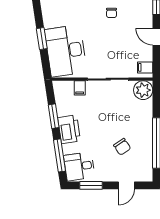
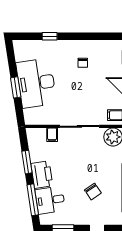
desk: (66, 51) -> (36, 83), moved
desk: (79, 166) -> (50, 200), moved

